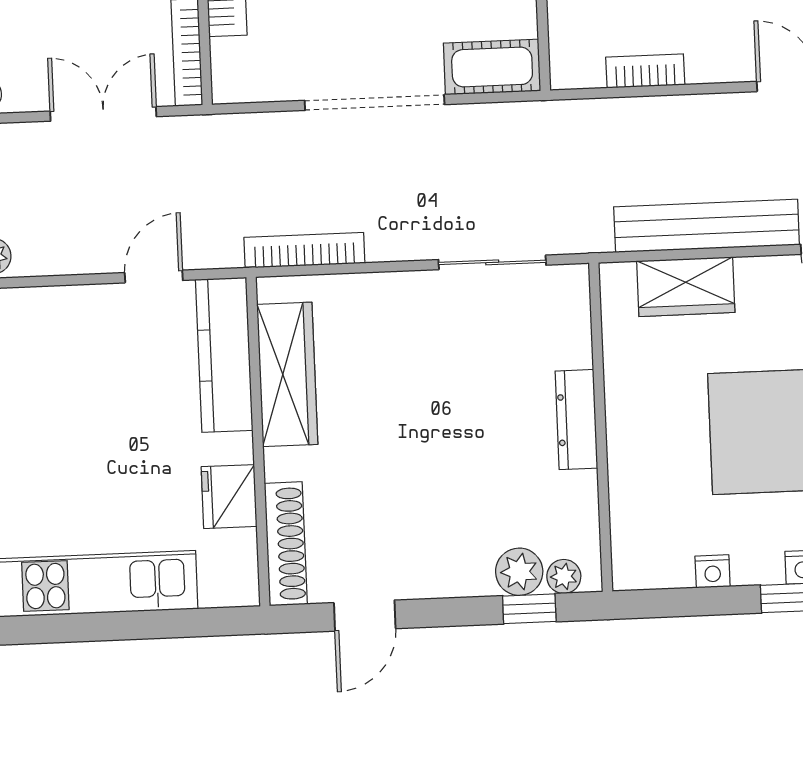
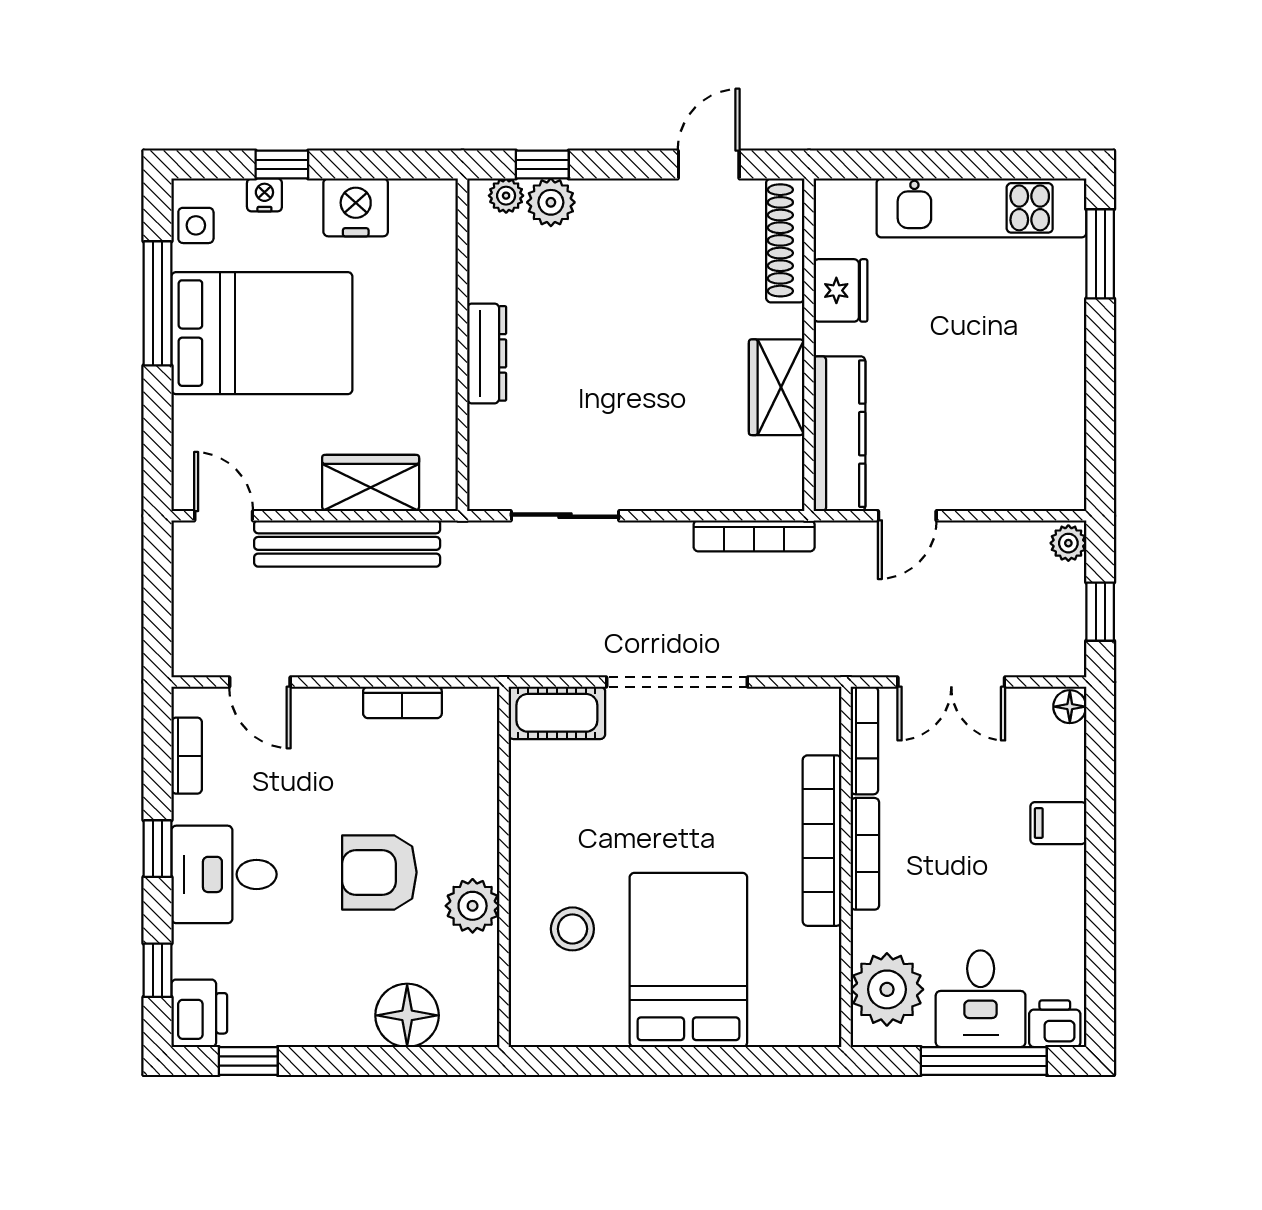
wardrobe: (287, 374) -> (777, 387), width x0.67
nightstand: (713, 571) -> (356, 207), width x1.89, depth x1.79

